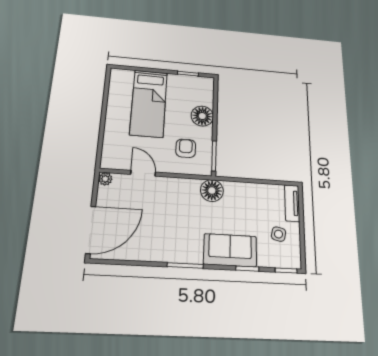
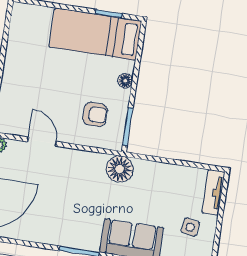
bed: (149, 103) -> (95, 34), moved, turned 90
floor lamp: (202, 116) -> (125, 81), width x0.53, depth x0.53
armchair: (186, 148) -> (95, 114), turned 90

